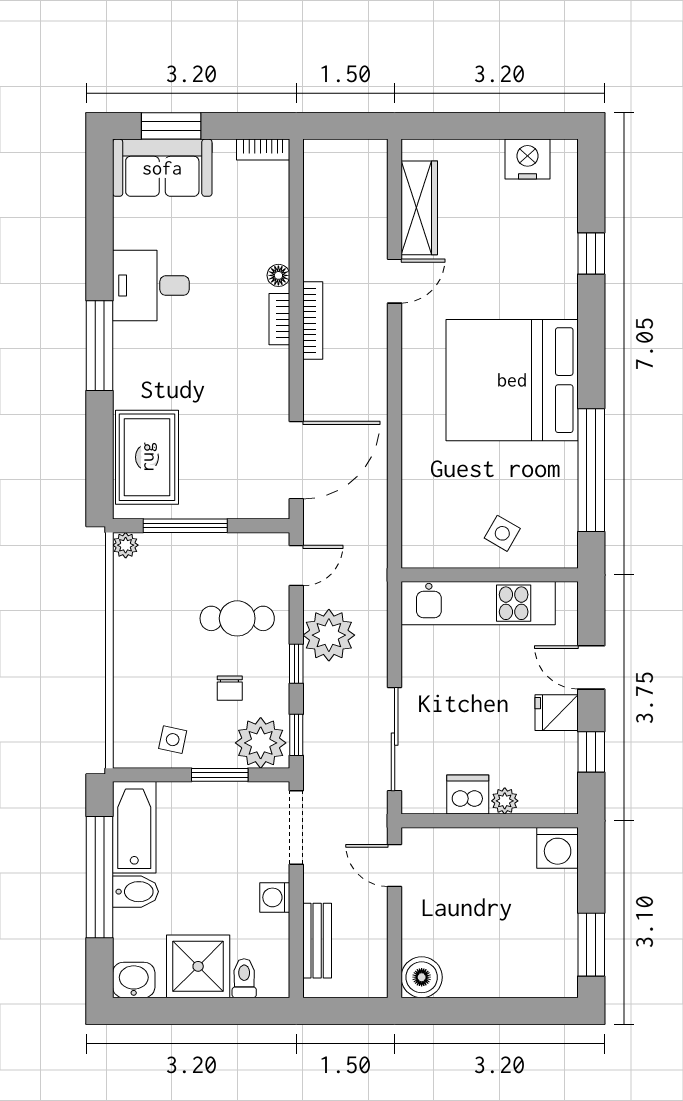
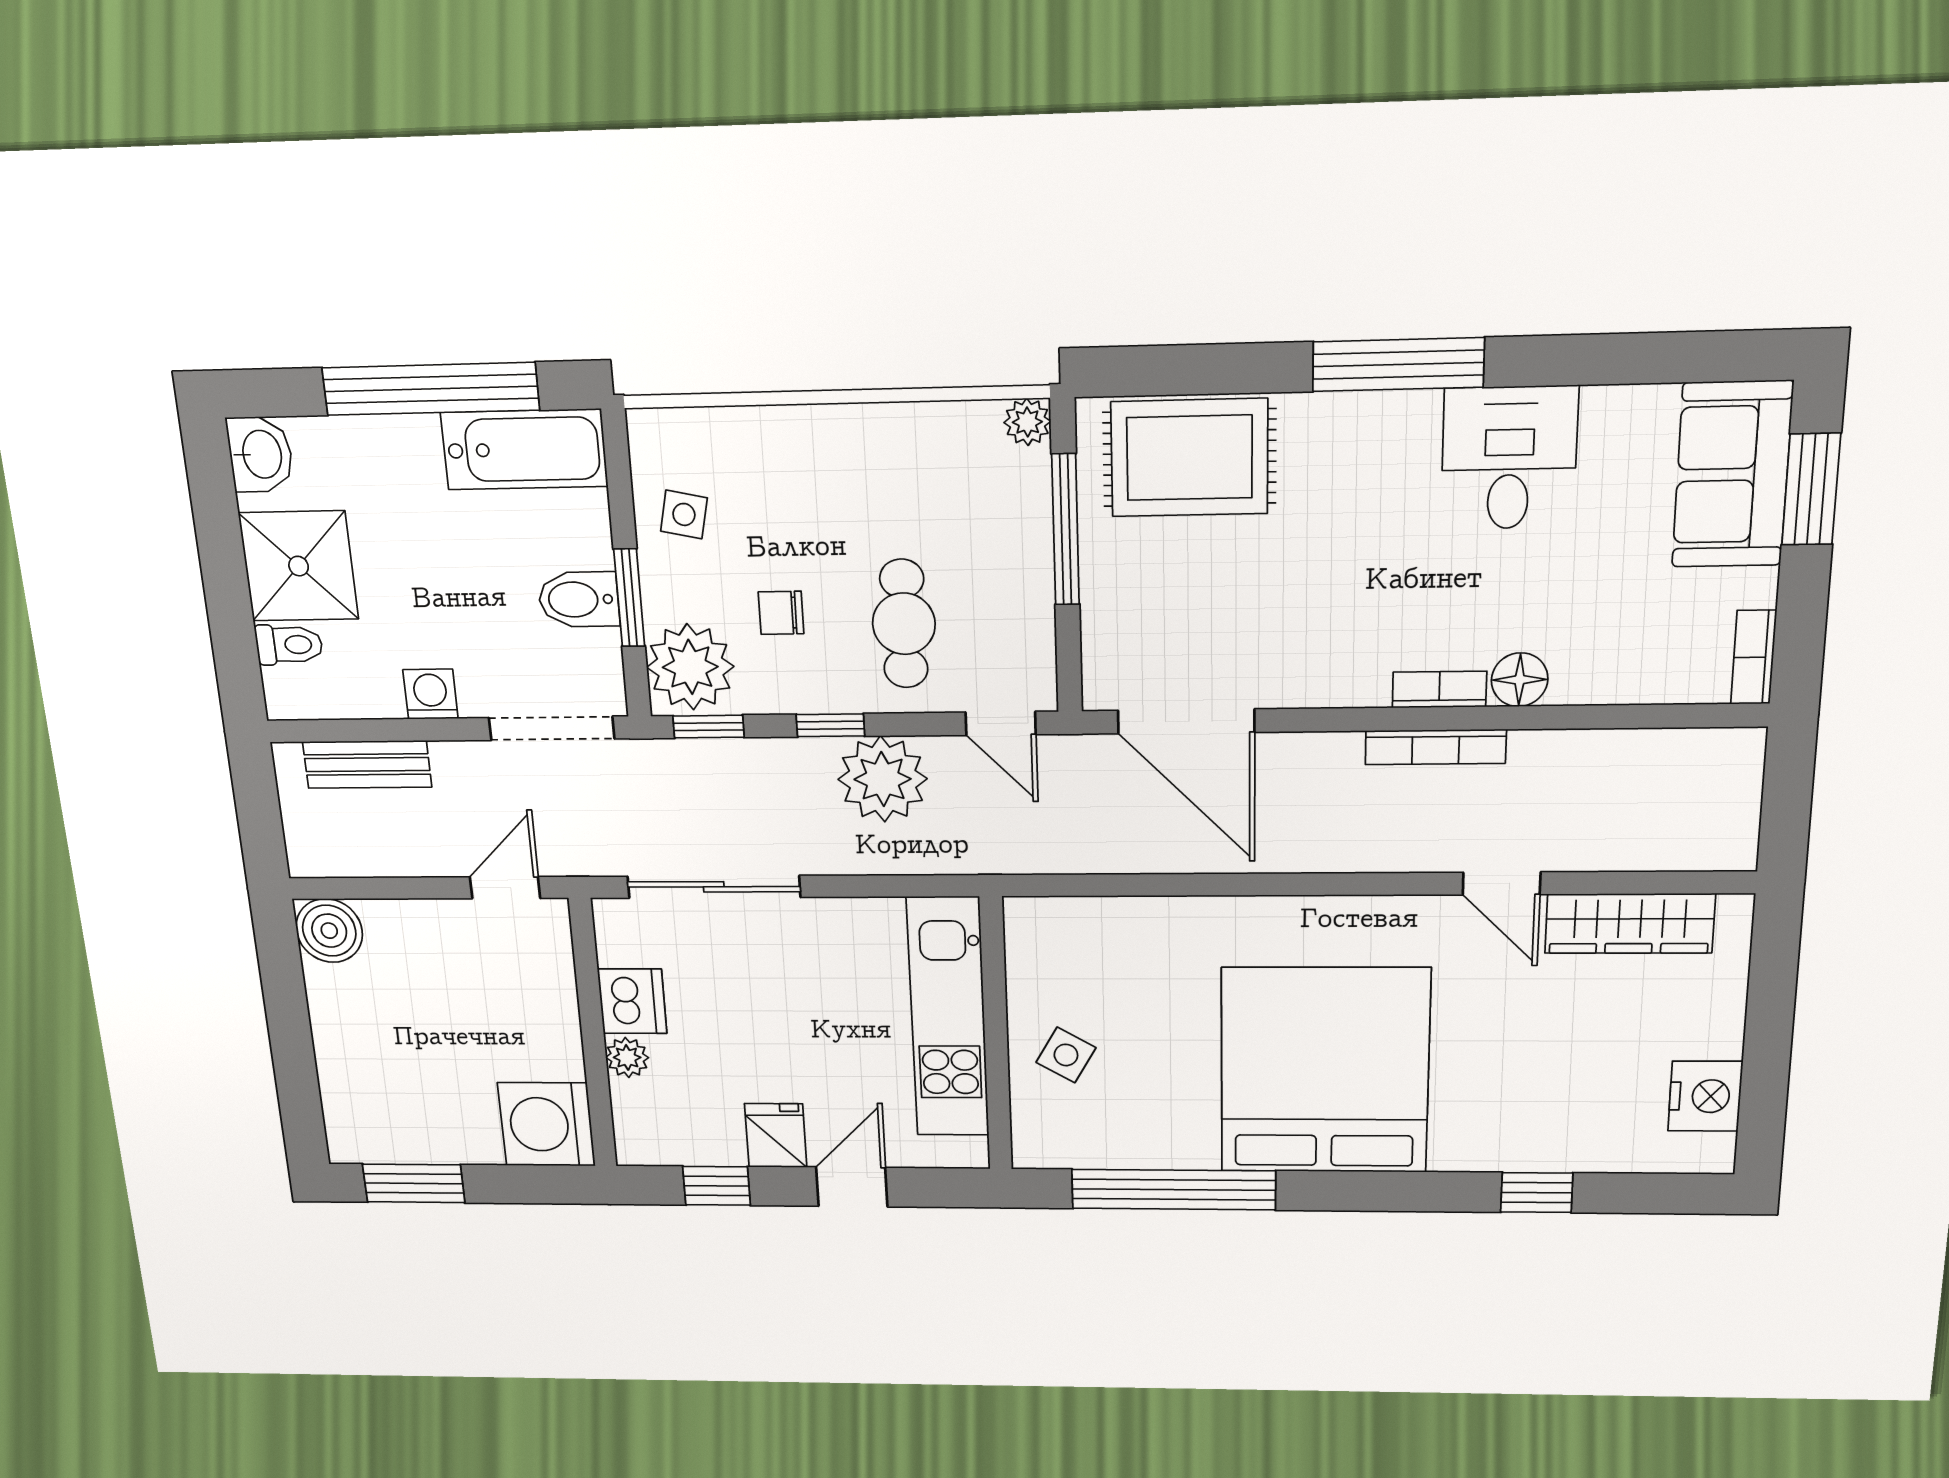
floor lamp: (278, 275) -> (1520, 680), width x1.37, depth x1.37
washing machine: (558, 848) -> (546, 1124), width x1.37, depth x1.37
bidet: (136, 892) -> (579, 599), moved, turned 90

